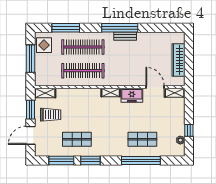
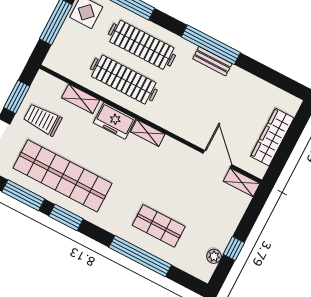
shelving: (45, 93) -> (81, 99), moved
freezer: (132, 95) -> (114, 121), moved
trolley: (51, 115) -> (43, 120), turned 180
shop shelf: (77, 139) -> (62, 176), width x2.00, depth x1.36

